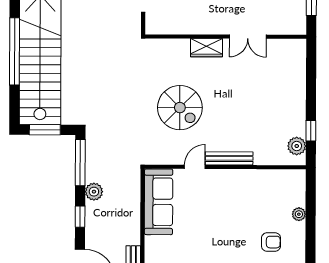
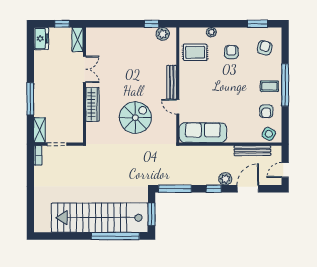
shelving: (289, 27) -> (78, 40), added
wardrobe: (206, 48) -> (92, 104), width x1.50
window: (15, 51) -> (115, 236), moved
rug: (271, 191) -> (195, 52), added
plant: (94, 192) -> (225, 179), moved

